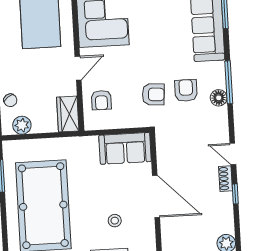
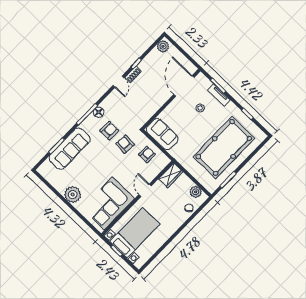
door: (78, 68) -> (145, 190), hinge flipped
armchair: (186, 90) -> (109, 131), turned 180
armchair: (101, 100) -> (147, 154), moved
door: (156, 196) -> (184, 86), moved

